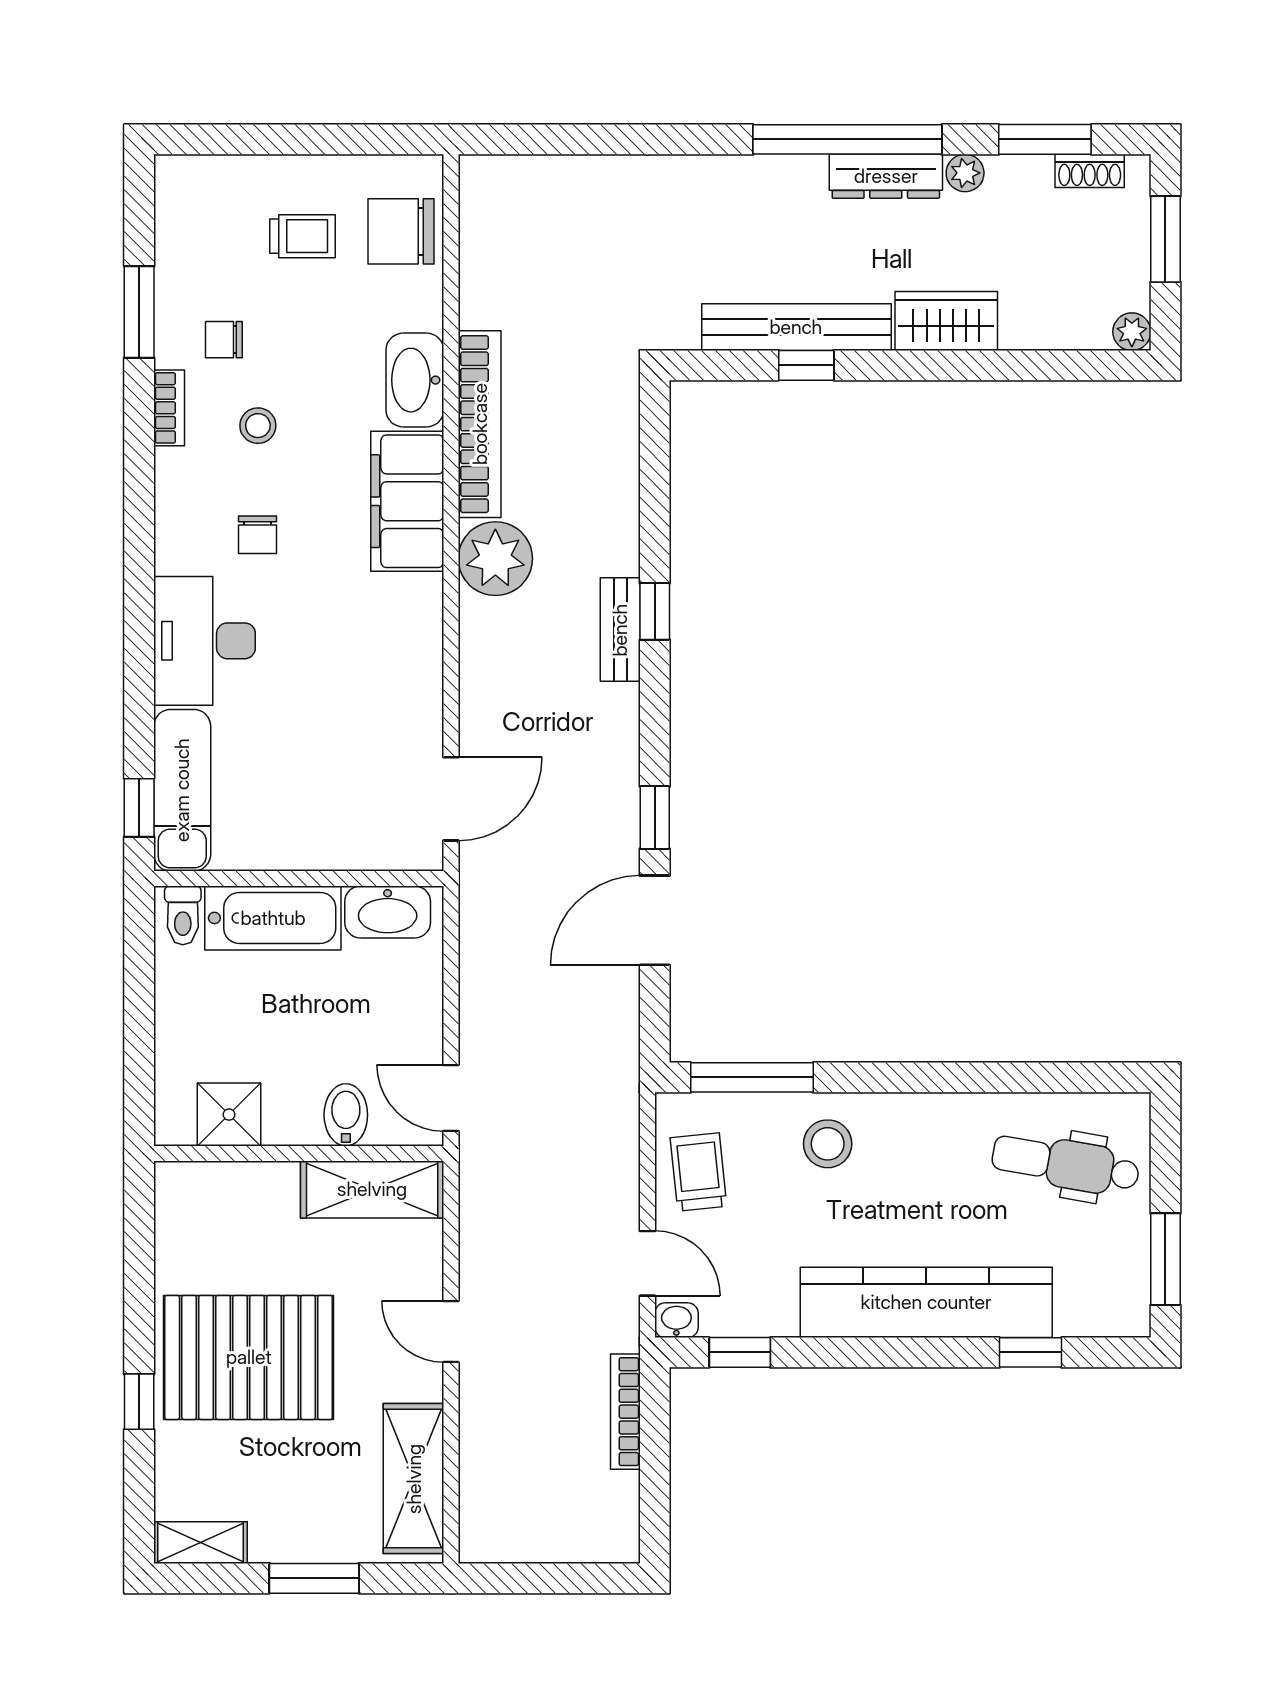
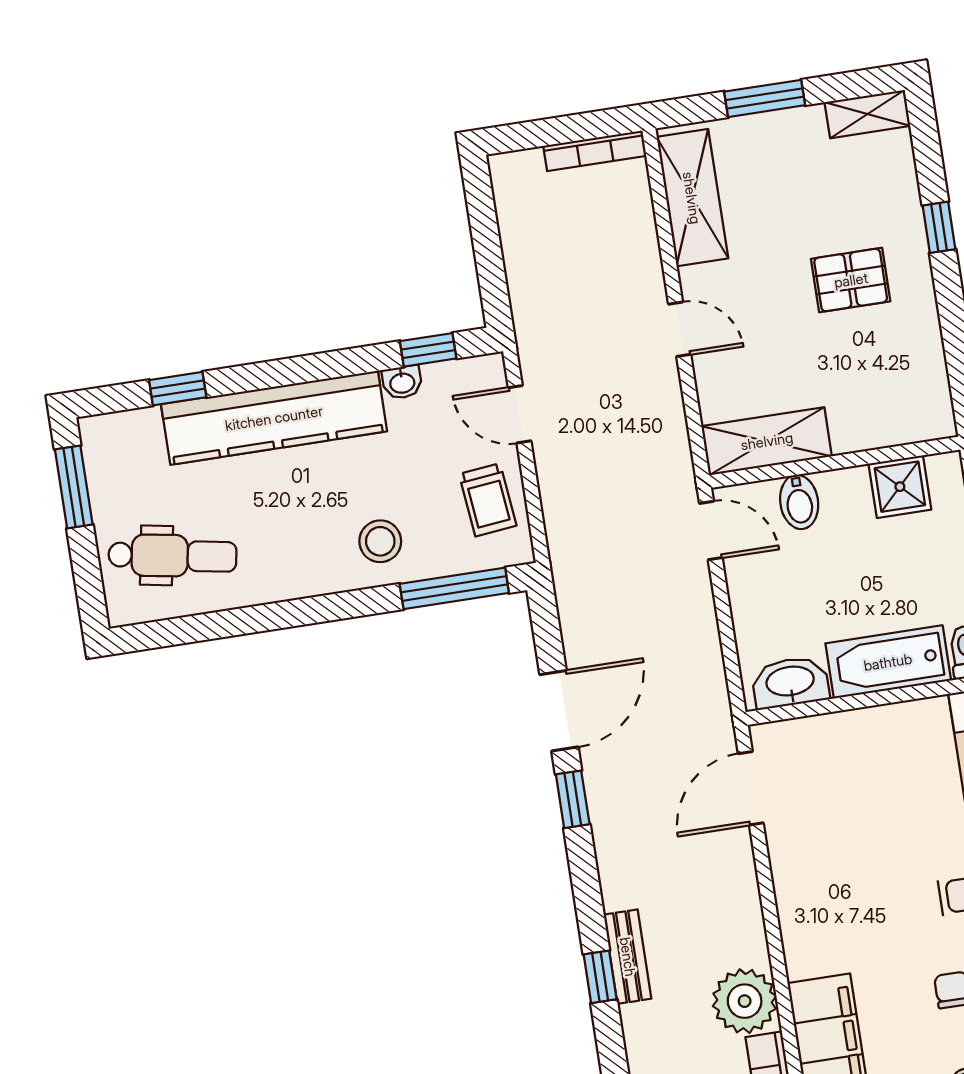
washbasin: (676, 1320) -> (402, 382), moved
pallet: (249, 1357) -> (851, 280), width x0.49, depth x0.50
bookcase: (625, 1412) -> (595, 151), moved, turned 90

